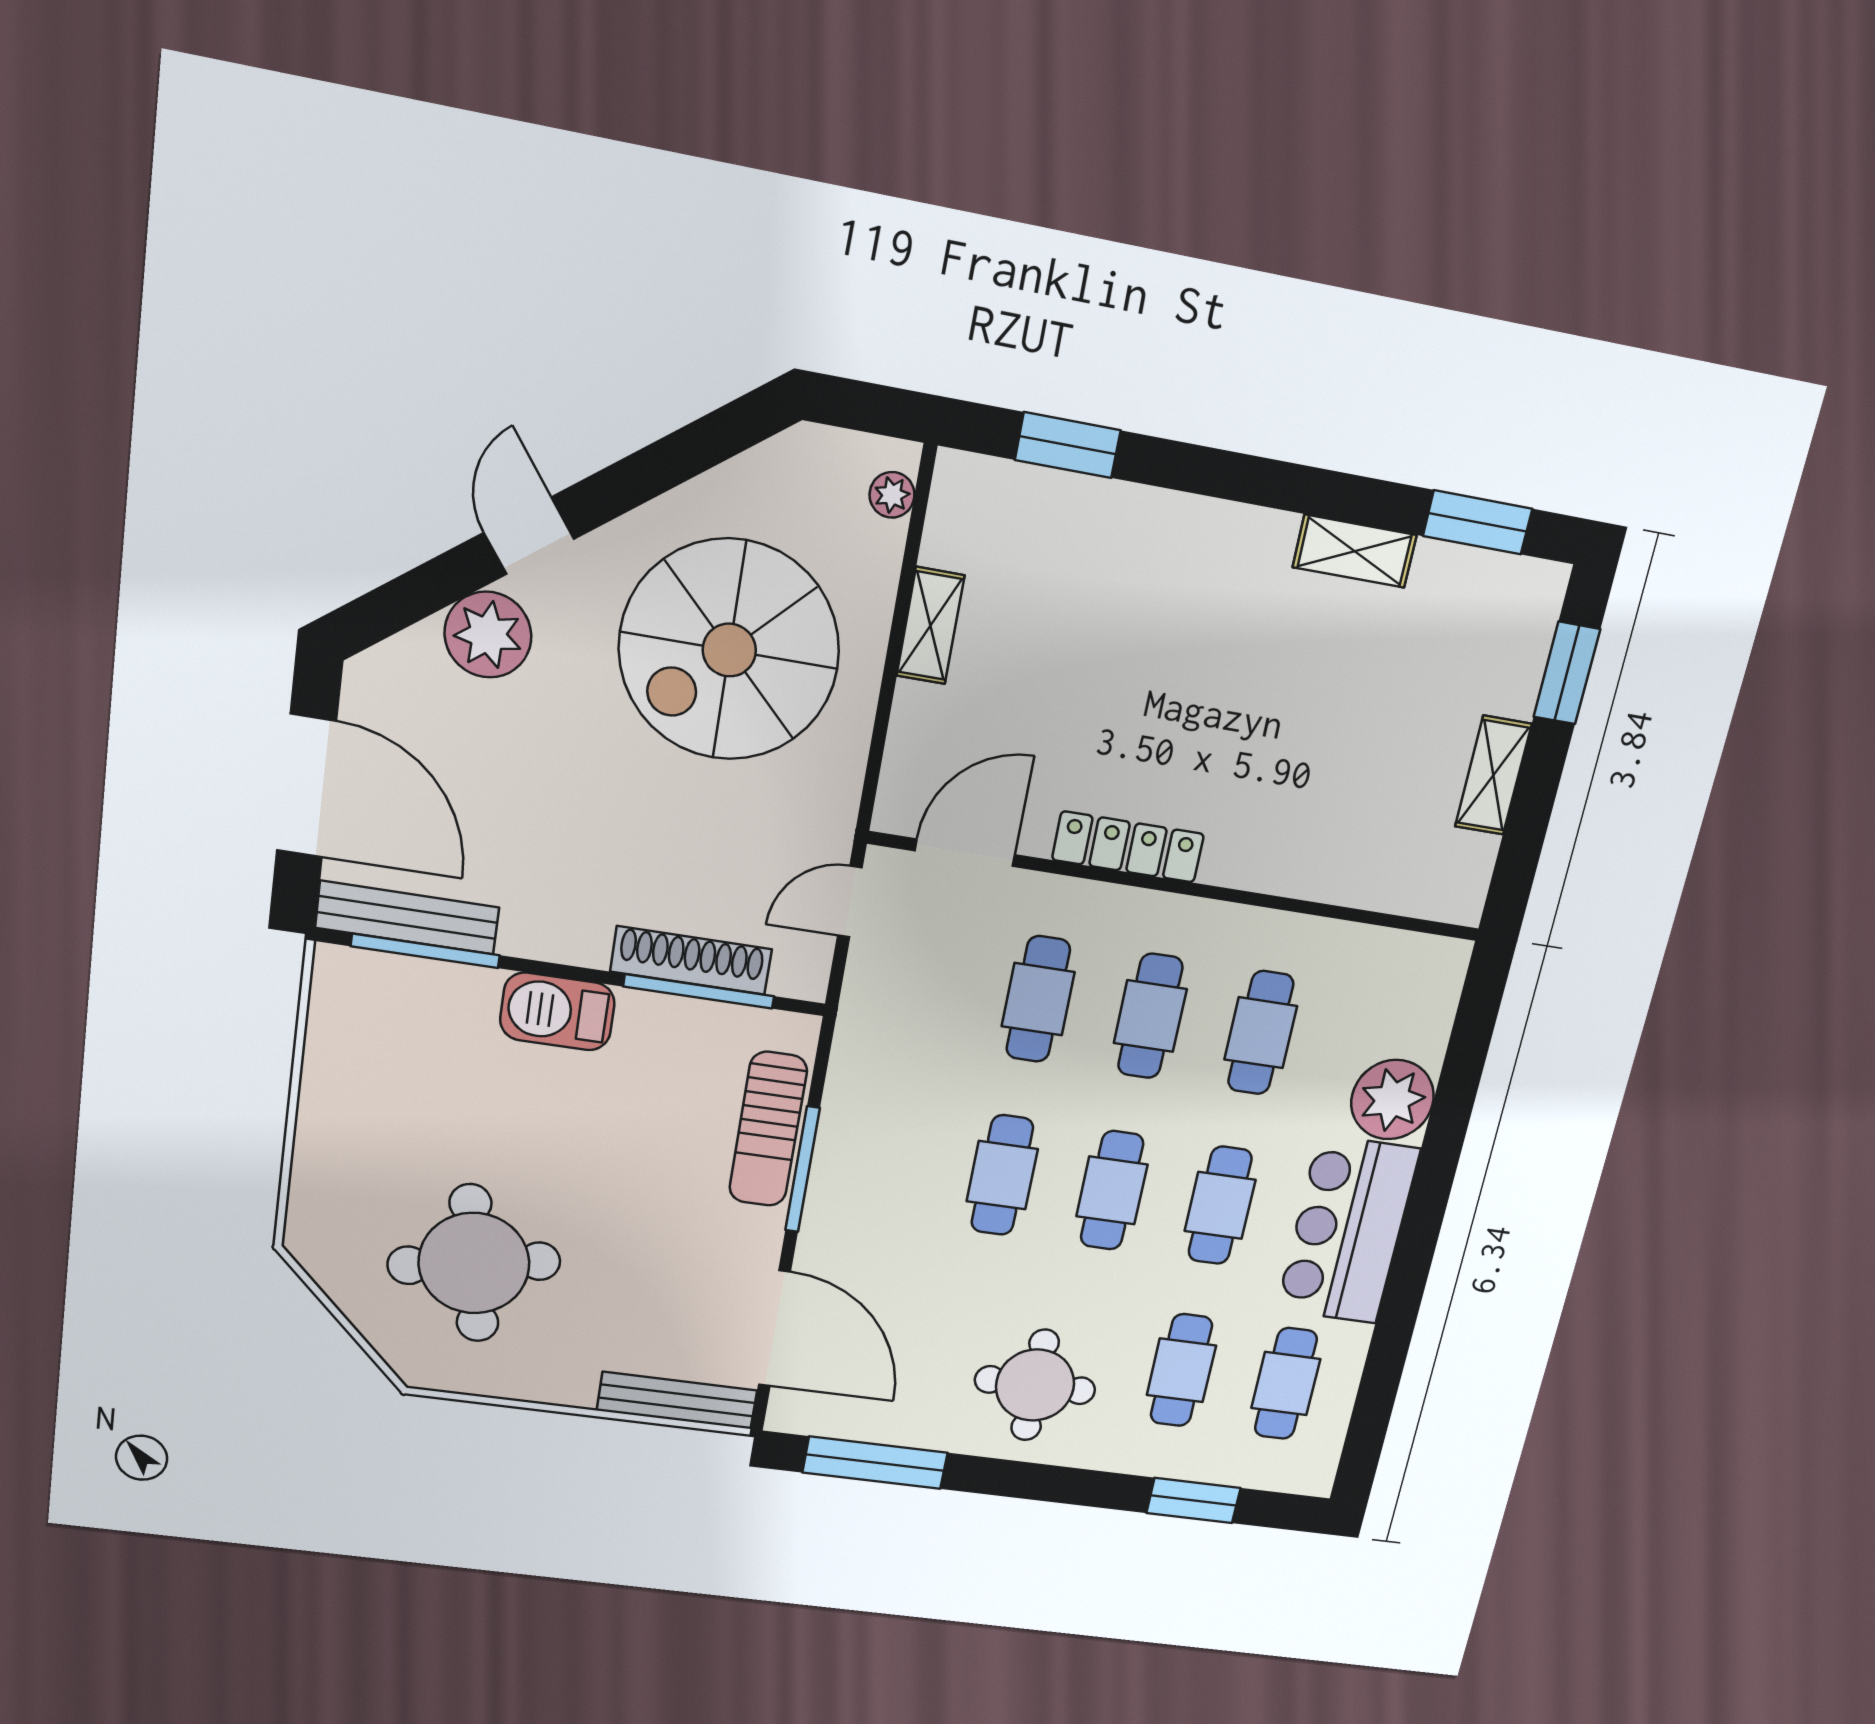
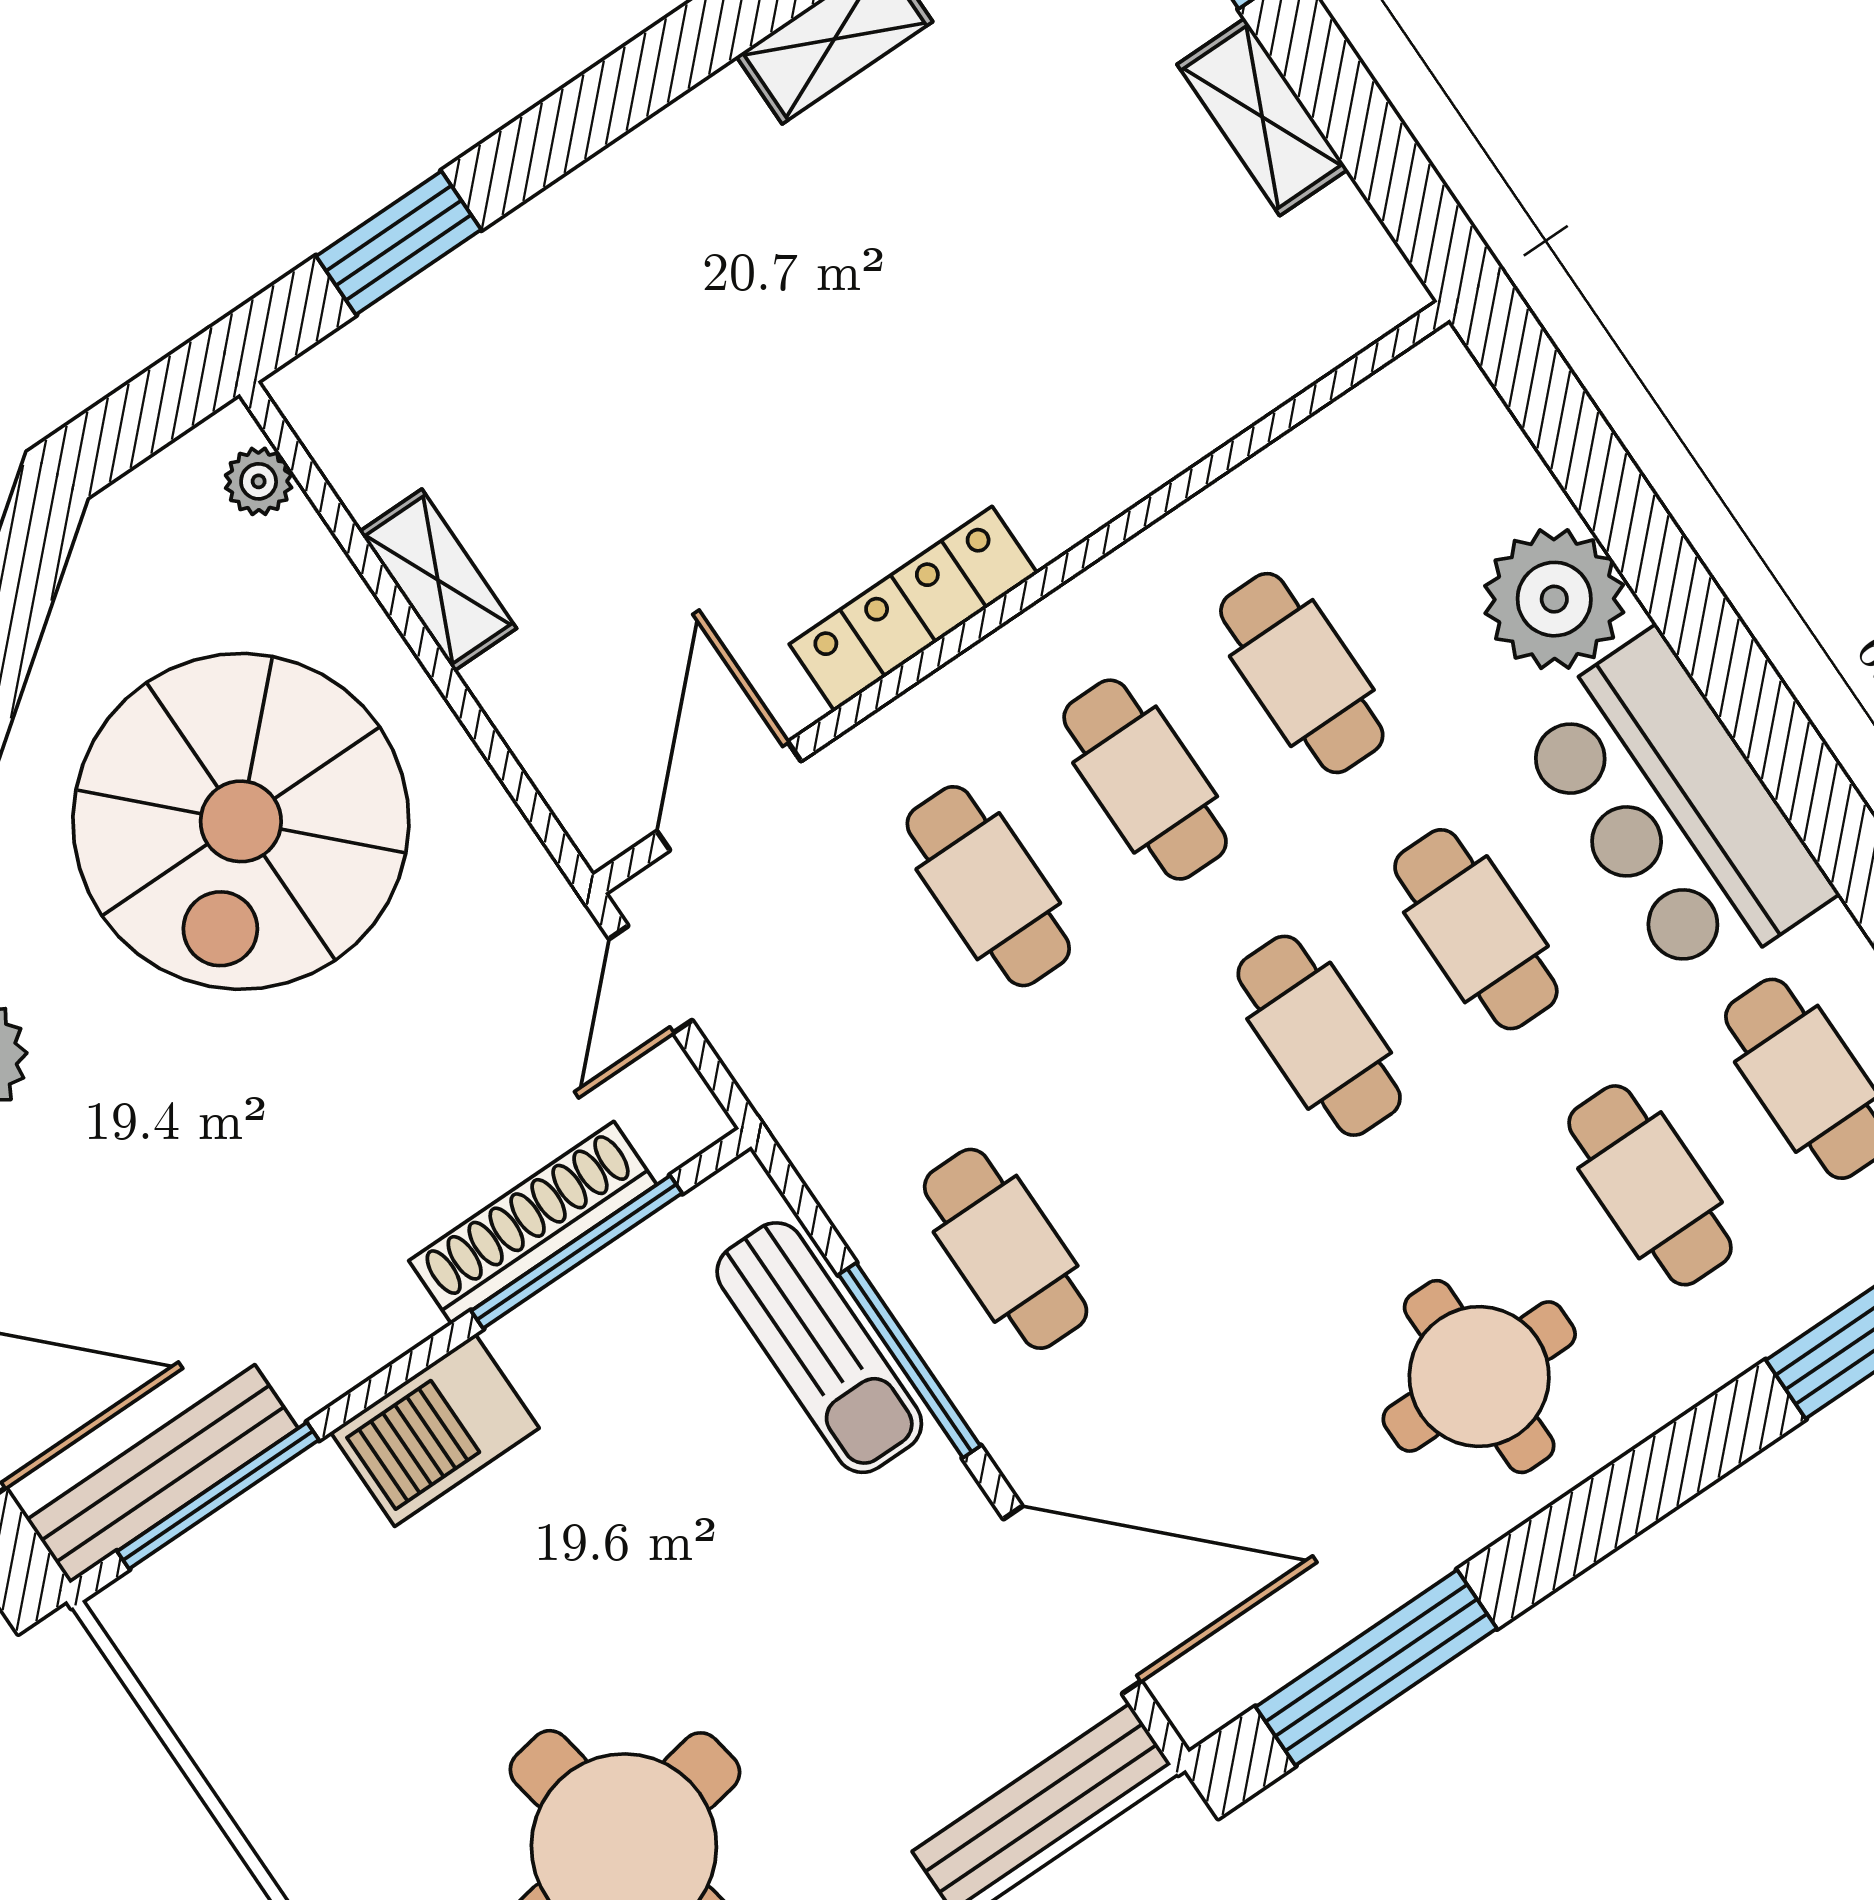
cafe table: (1002, 1175) -> (1006, 1249), moved

